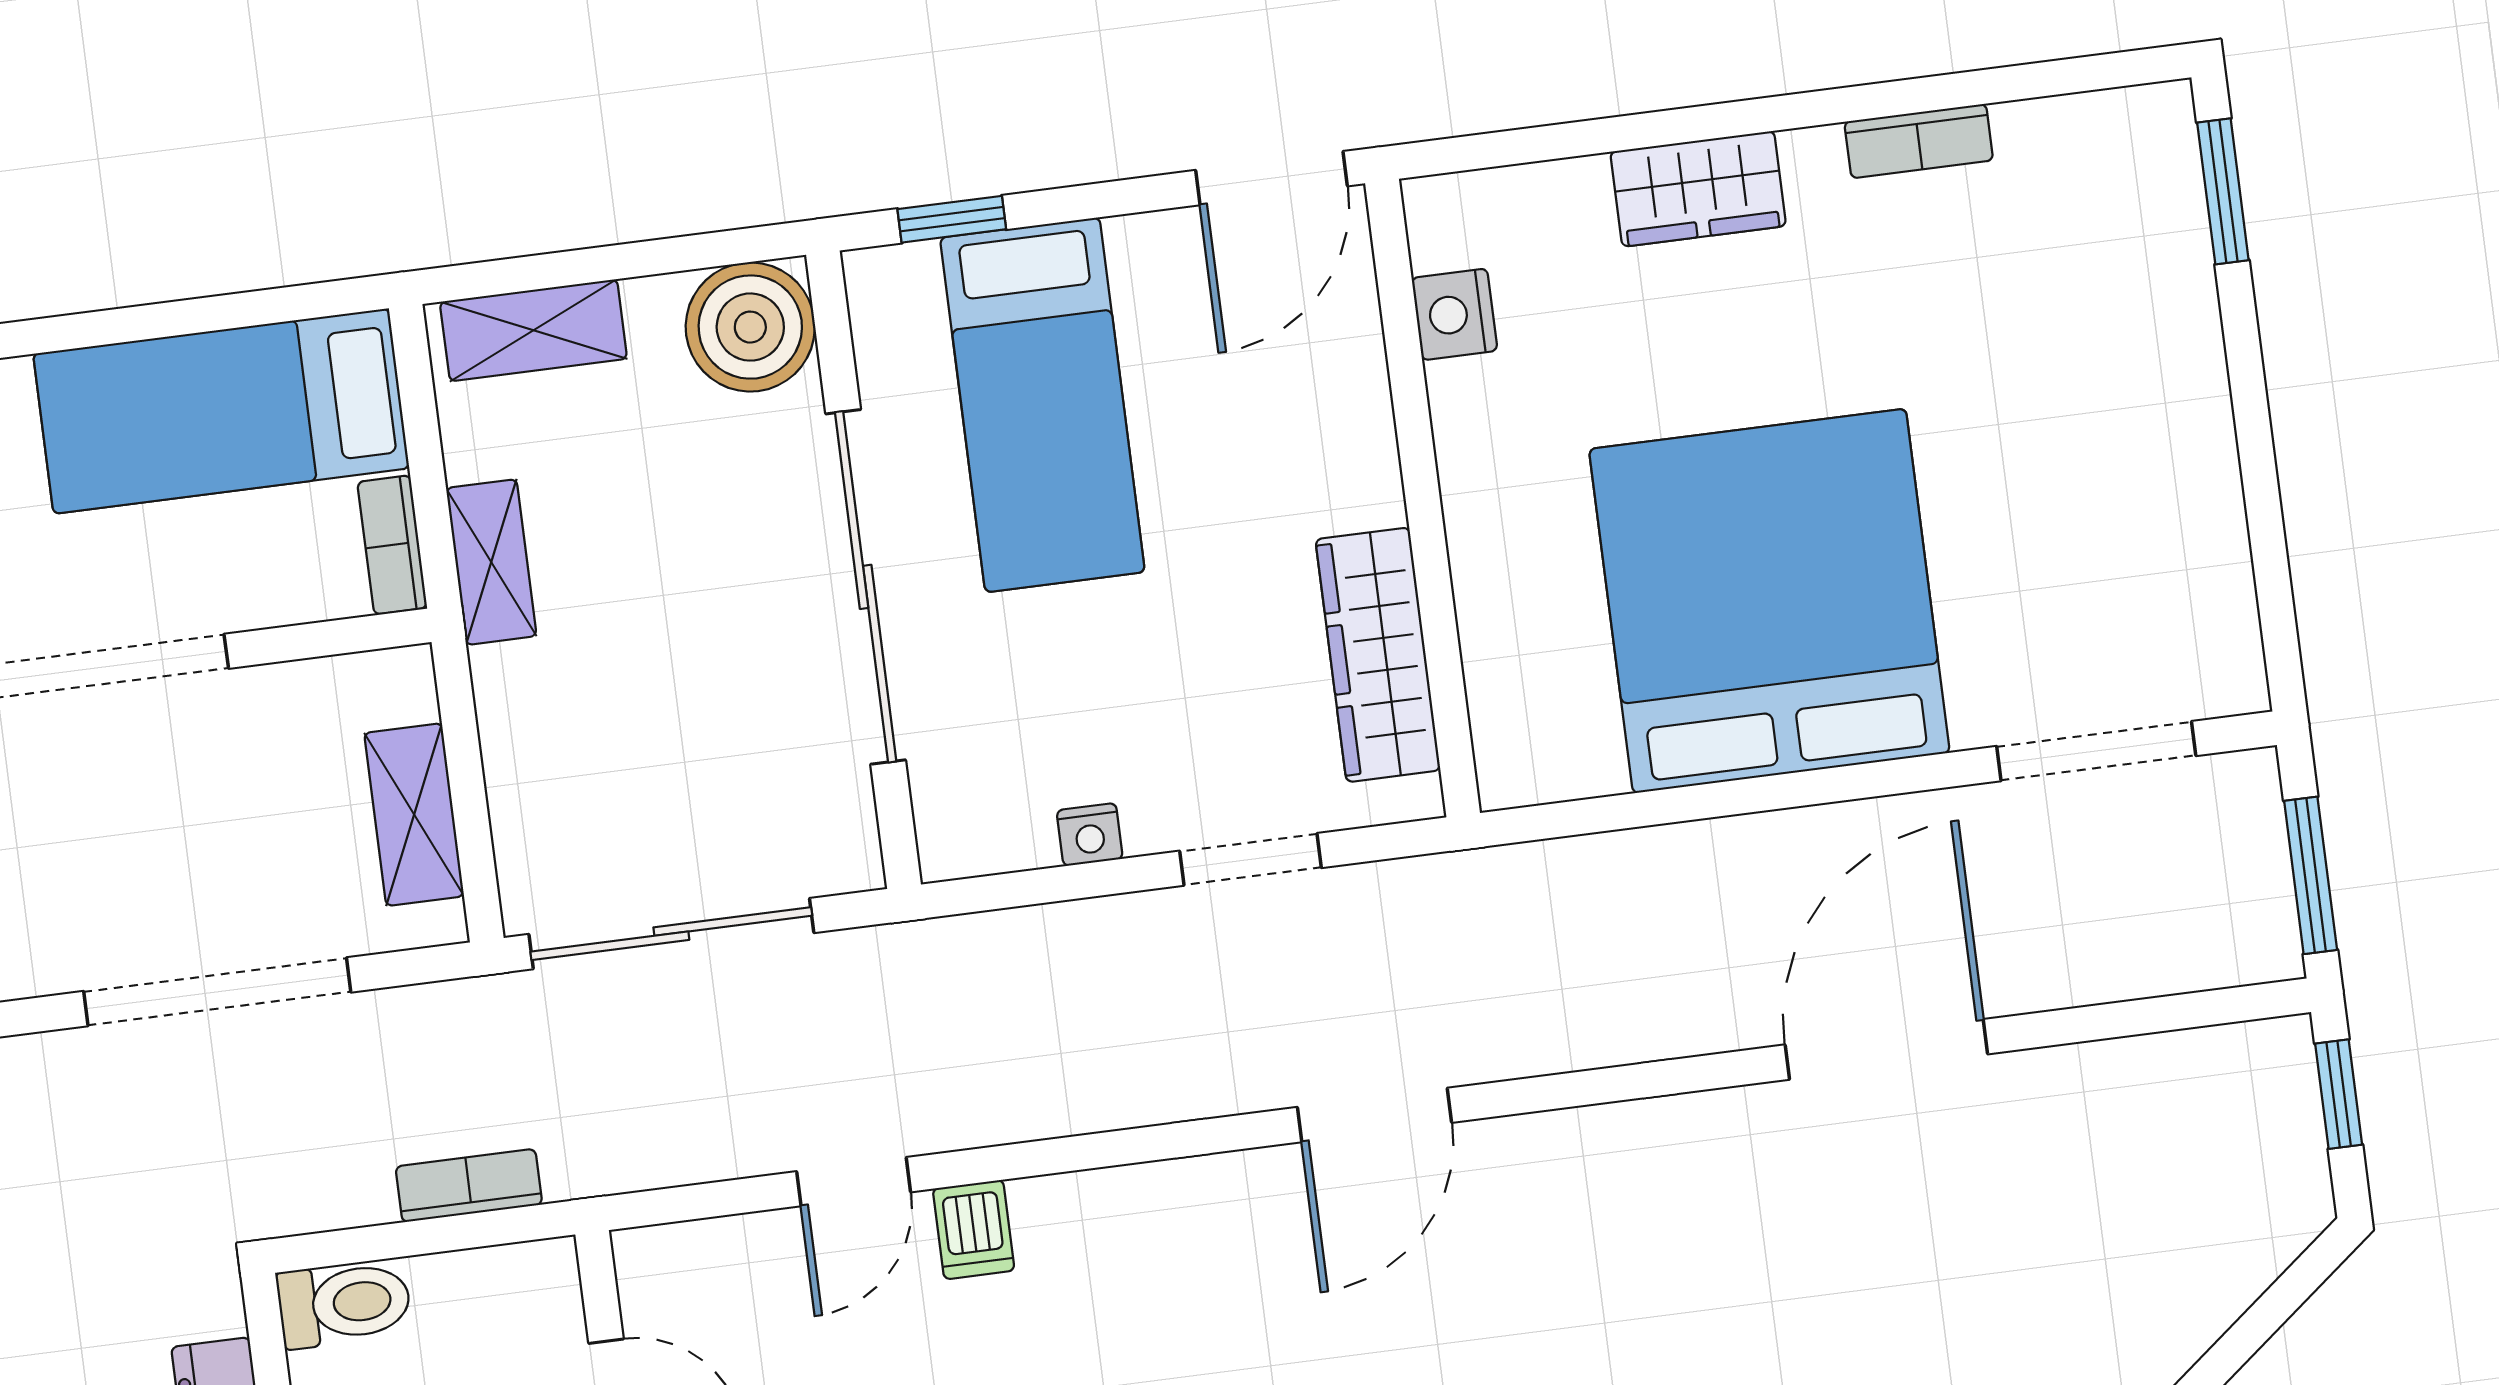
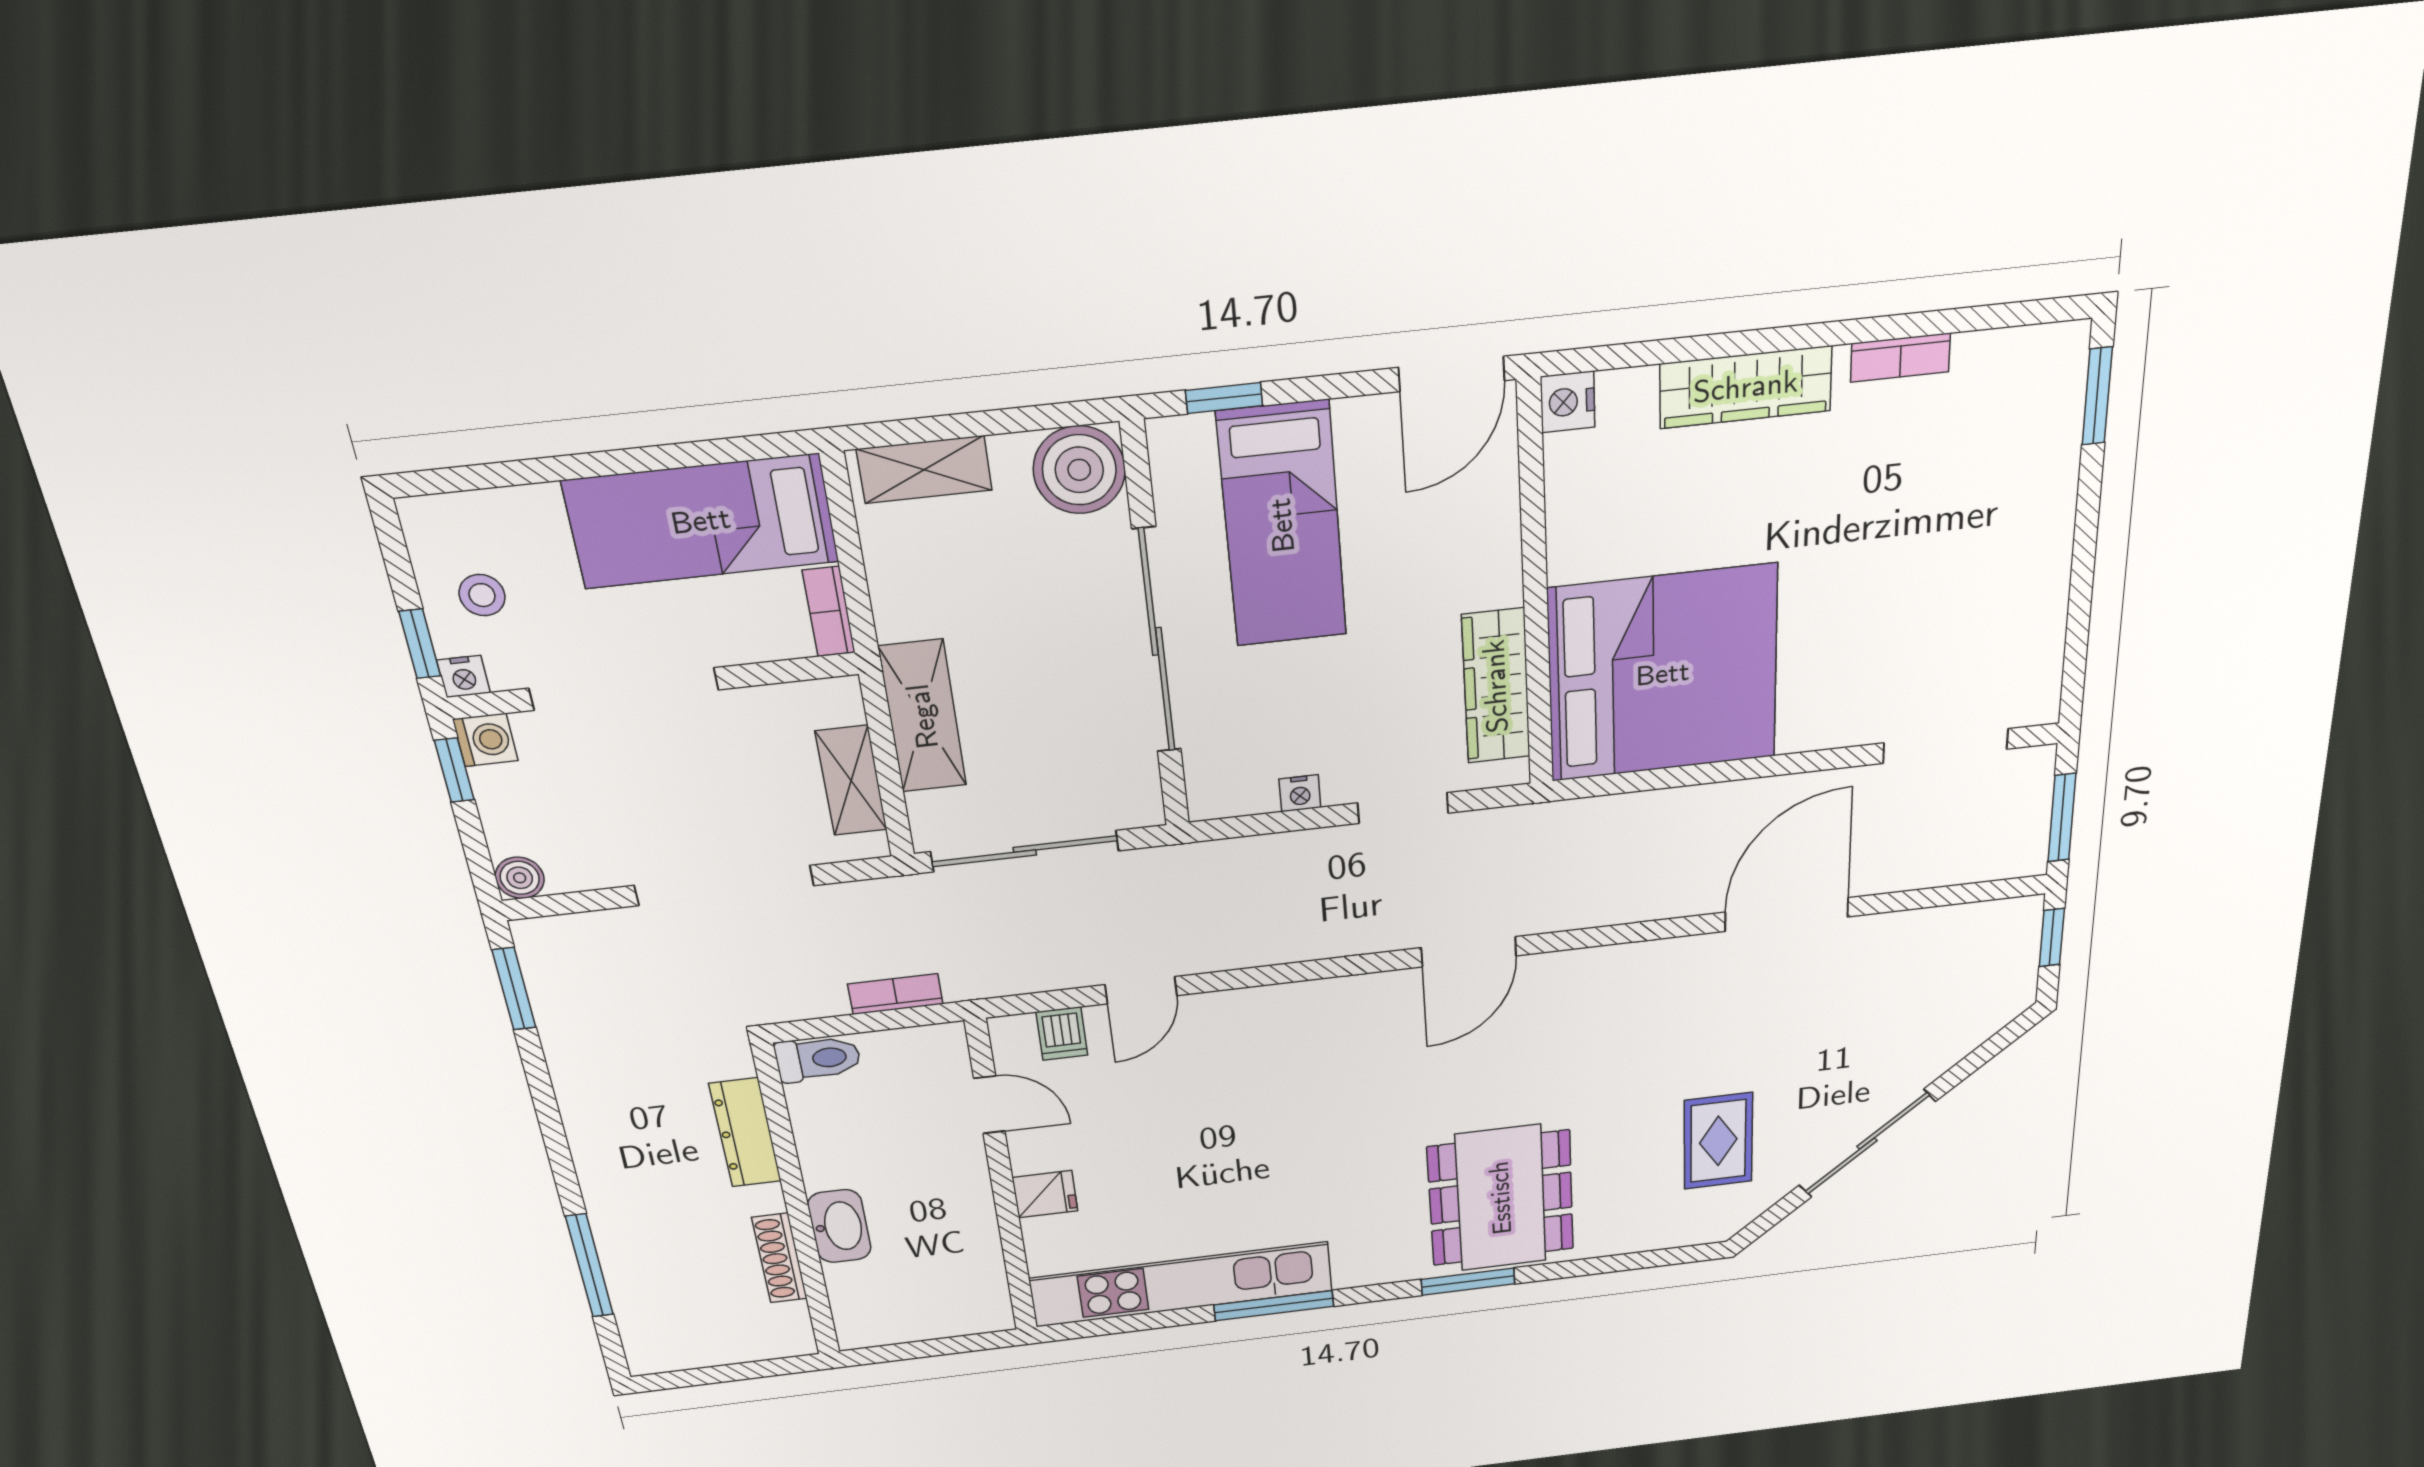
wardrobe: (1698, 189) -> (1746, 387), width x1.50
nightstand: (1454, 314) -> (1568, 402), moved
shelving: (491, 562) -> (923, 716), moved, width x1.50, depth x1.33
bed: (1769, 601) -> (1663, 674), moved, turned 90
dishwasher: (974, 1230) -> (1062, 1034), moved

